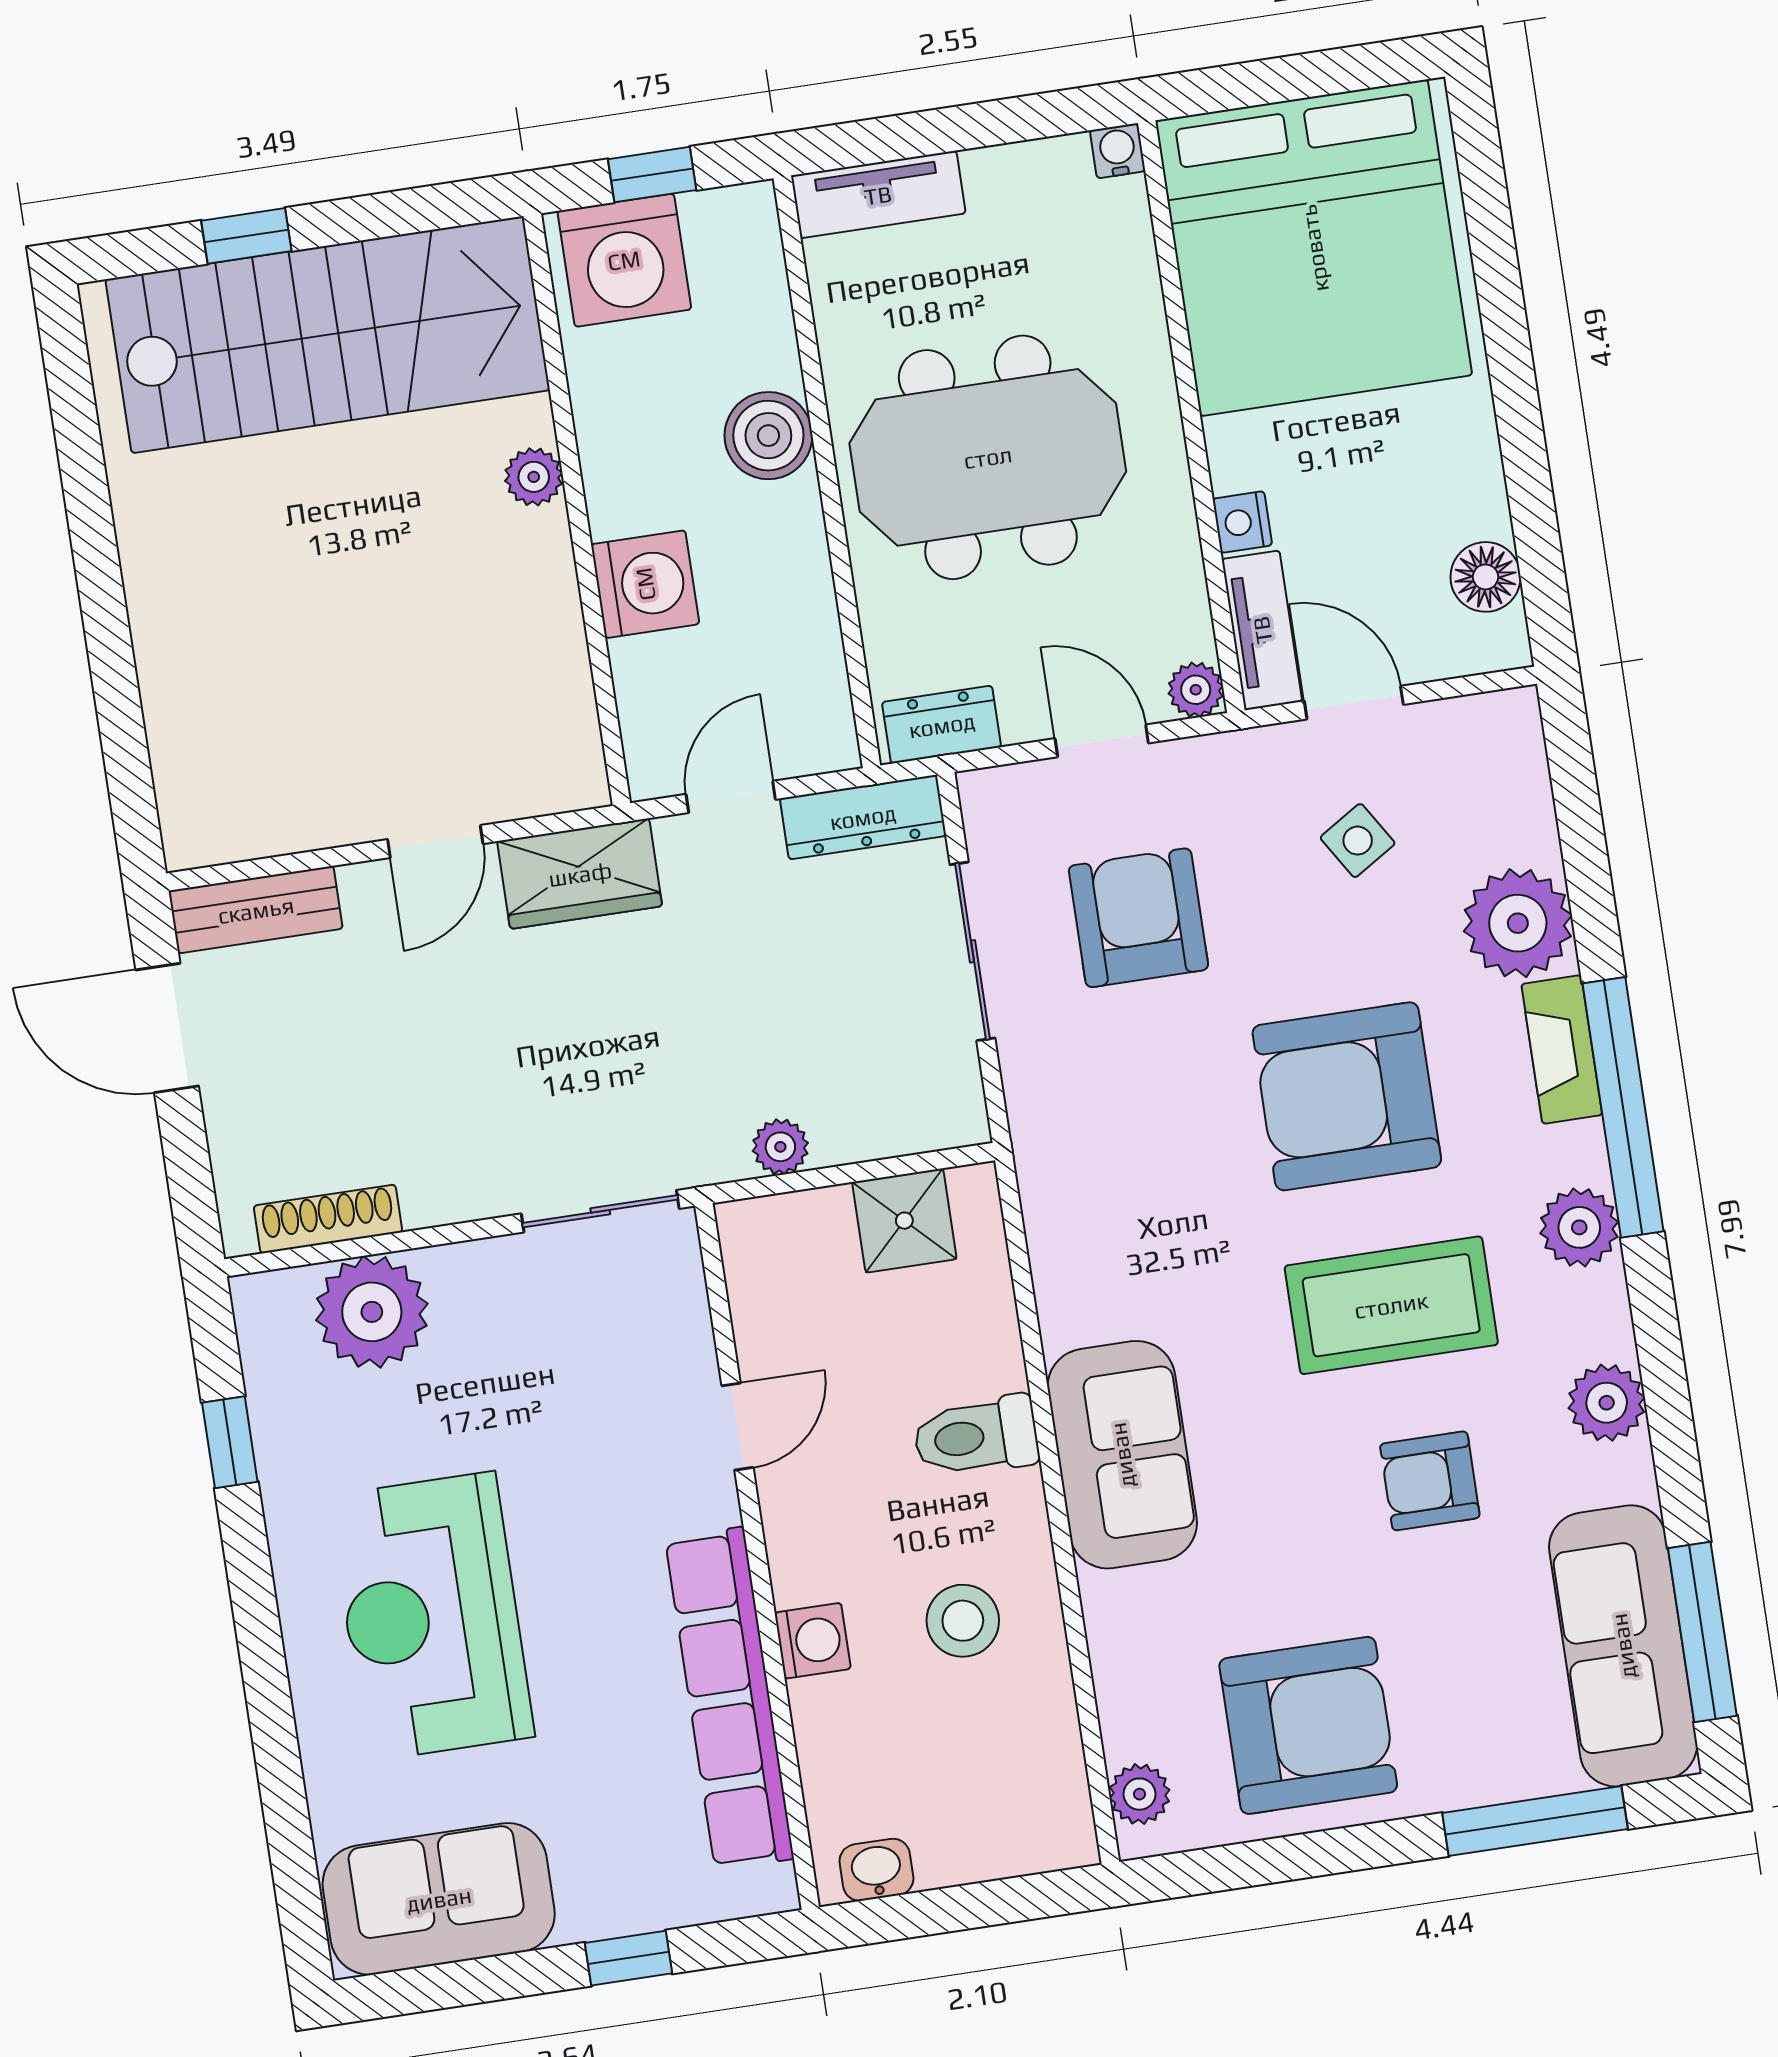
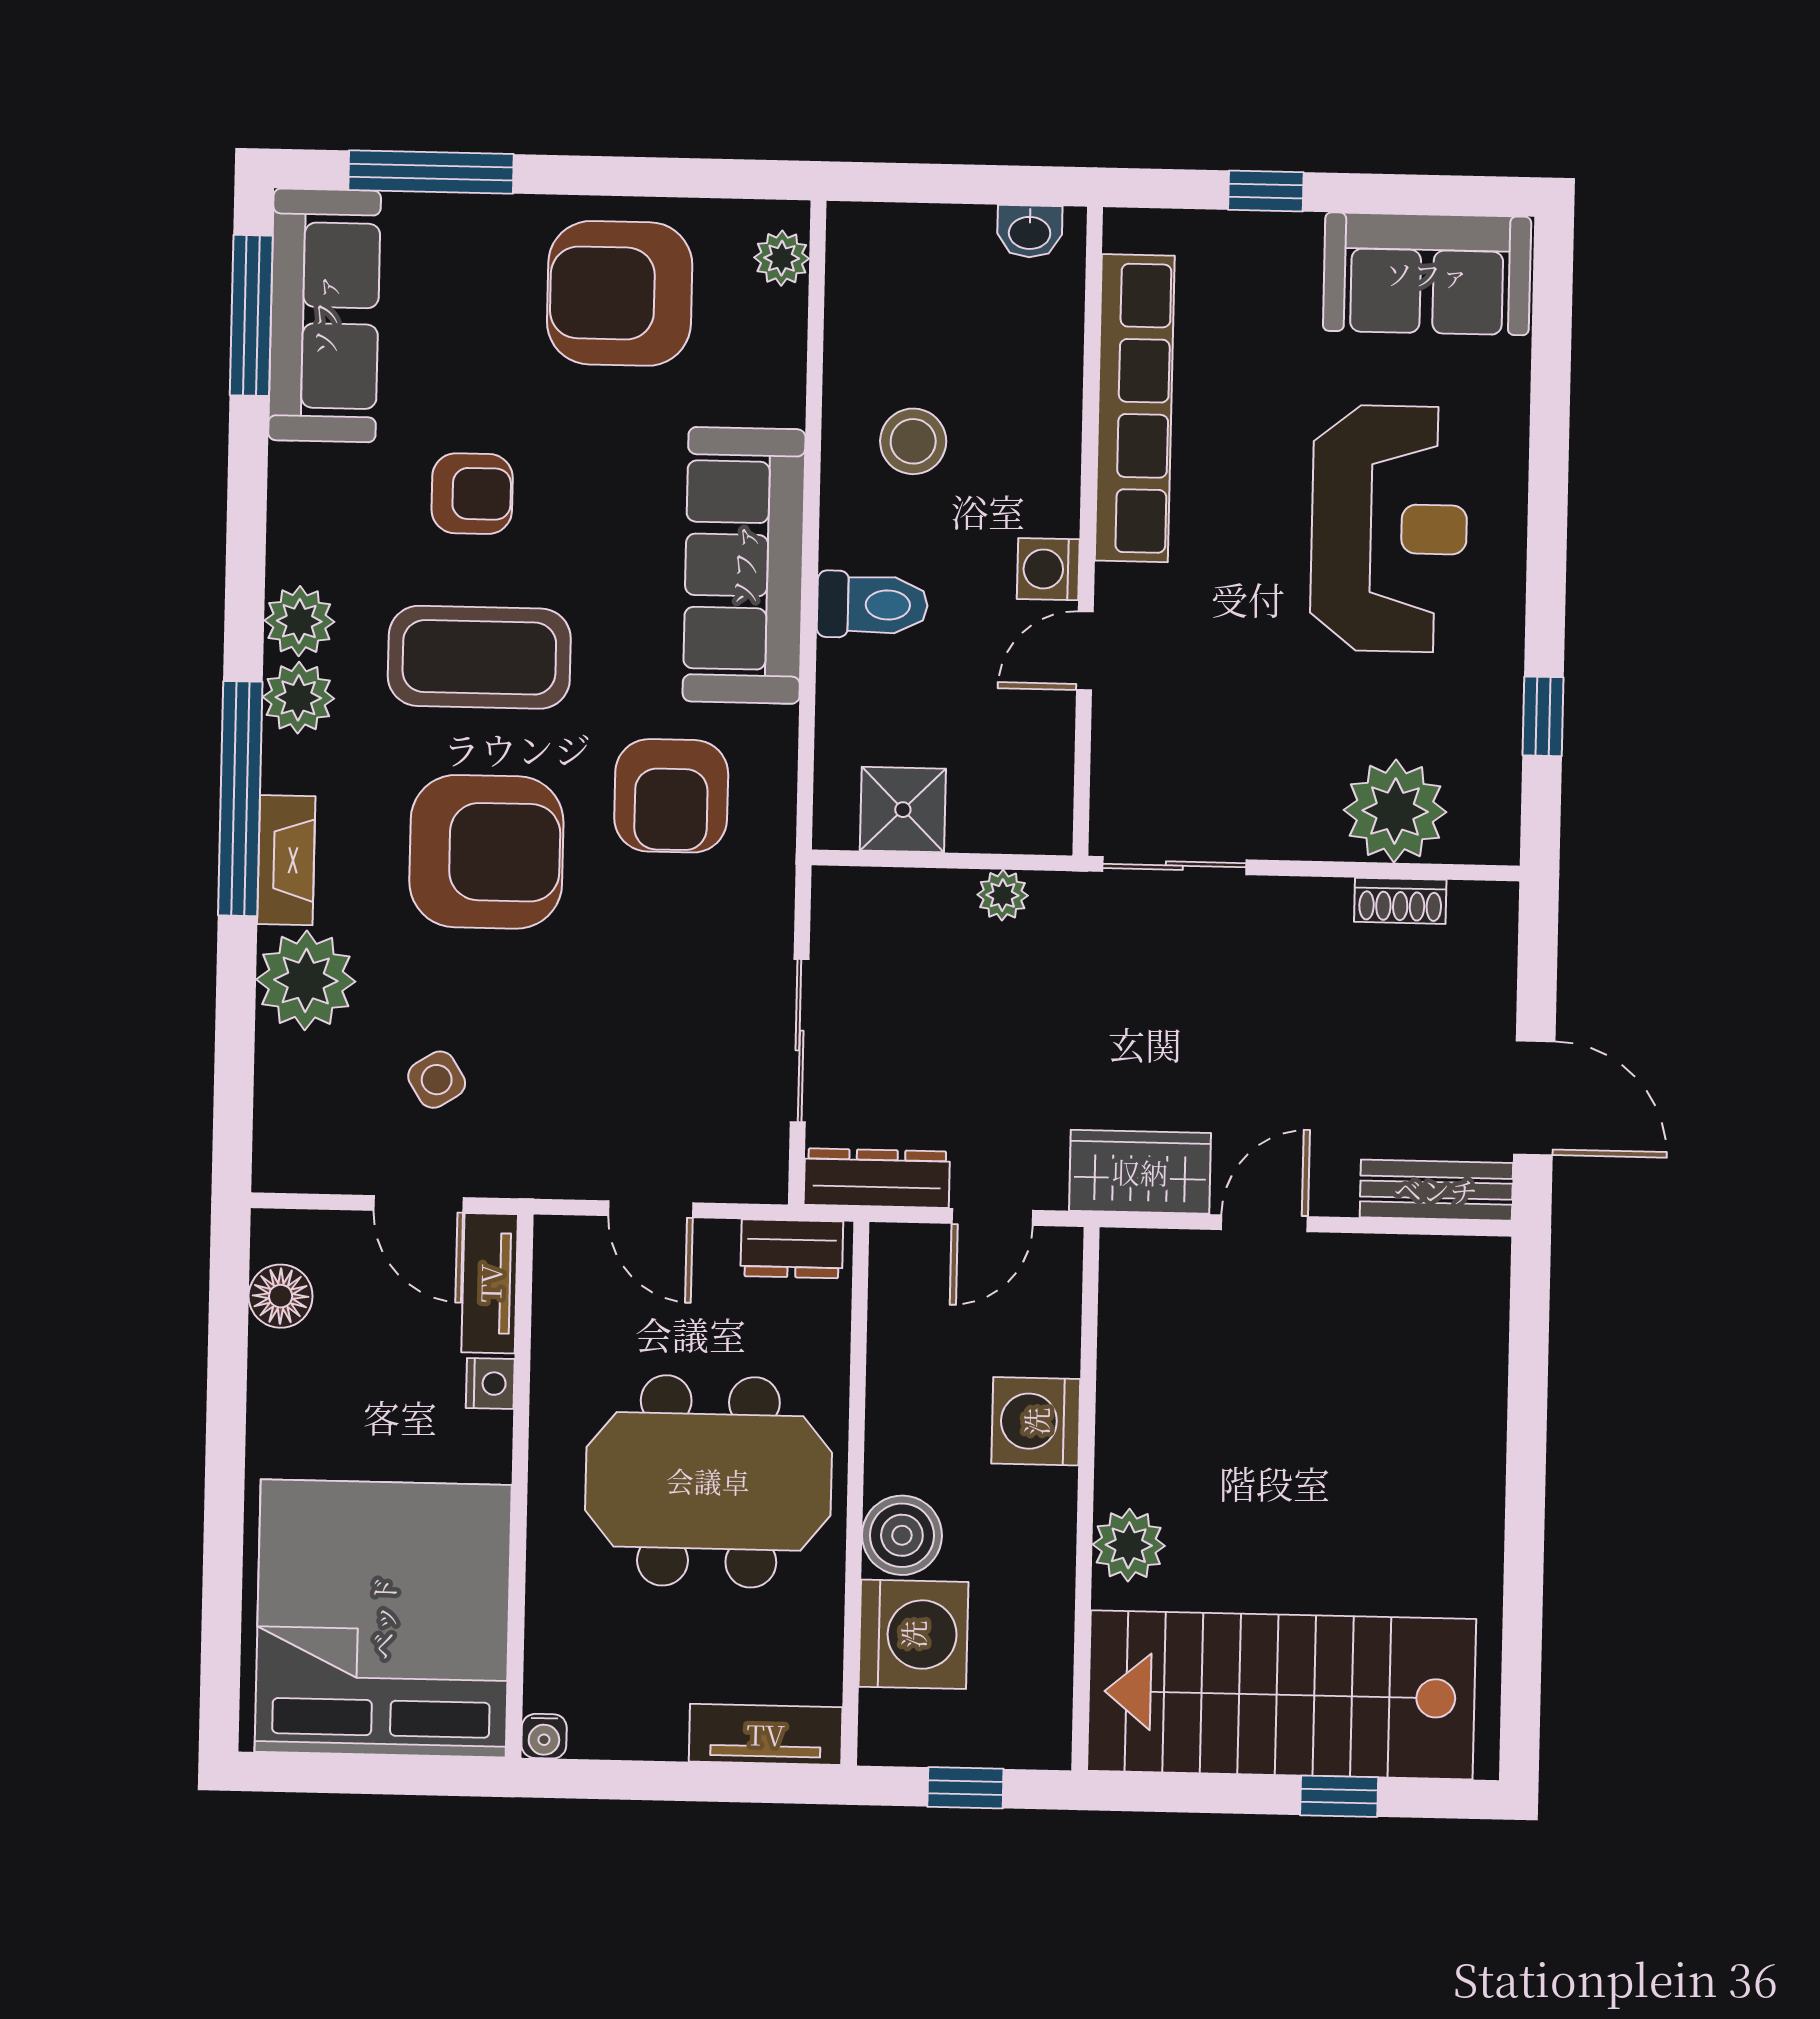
washing machine: (624, 260) -> (913, 1634), moved, turned 90
plant: (534, 477) -> (1129, 1545), width x1.38, depth x1.38
plant: (1196, 690) -> (558, 1240), removed
armchair: (1138, 918) -> (671, 796), moved
shoe rack: (328, 1219) -> (1400, 901), width x0.70
plant: (1607, 1403) -> (299, 621), moved
sofa: (1122, 1455) -> (744, 565), width x1.36
washing machine: (813, 1641) -> (1048, 569), moved

